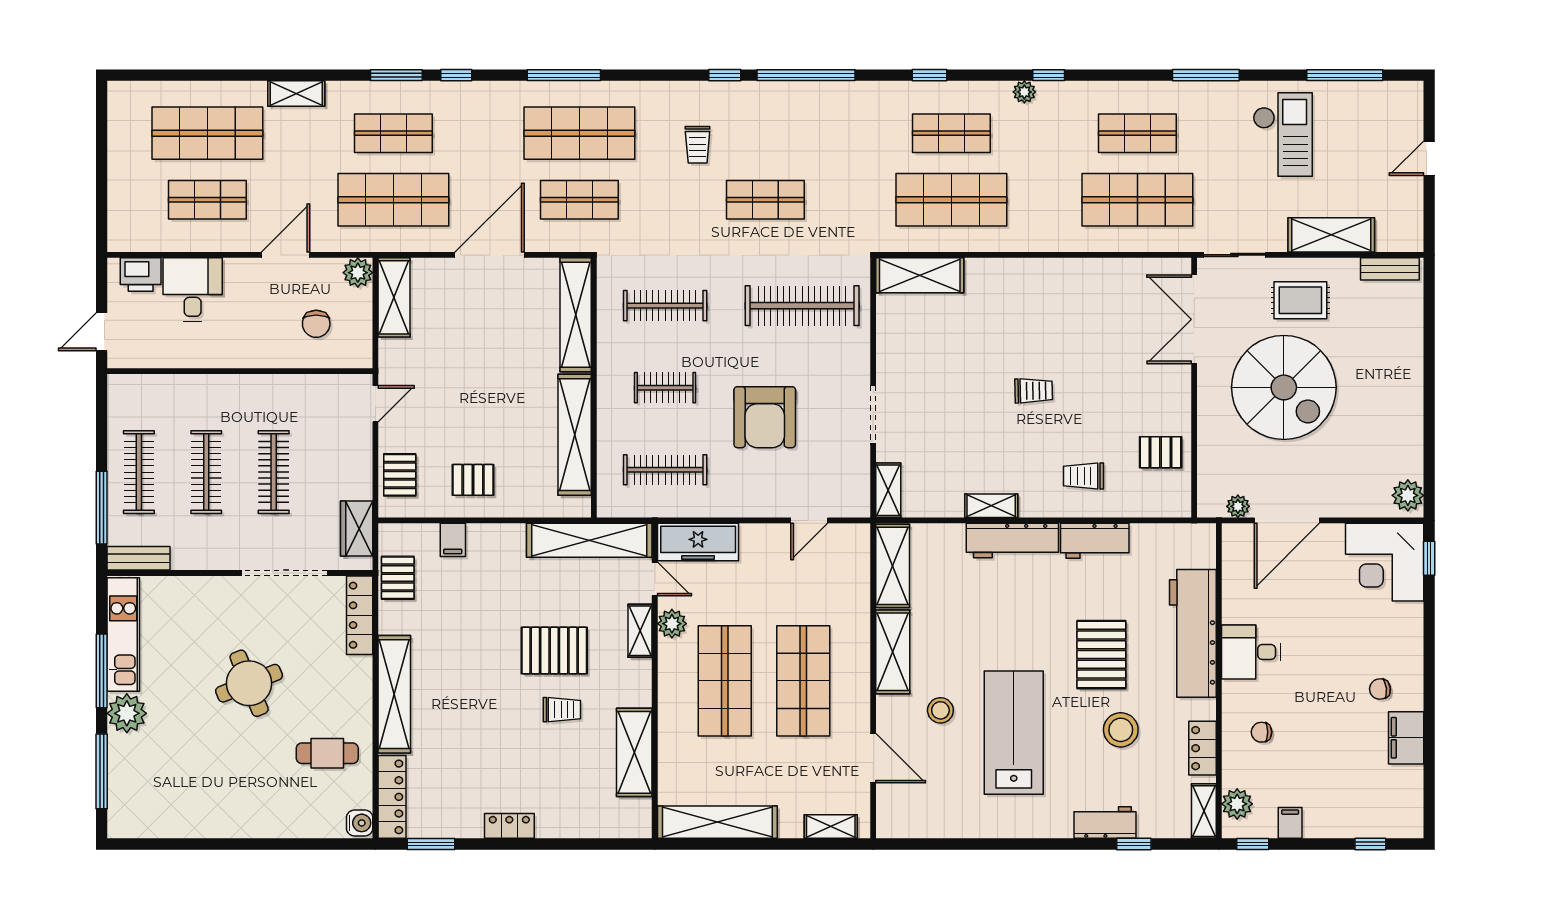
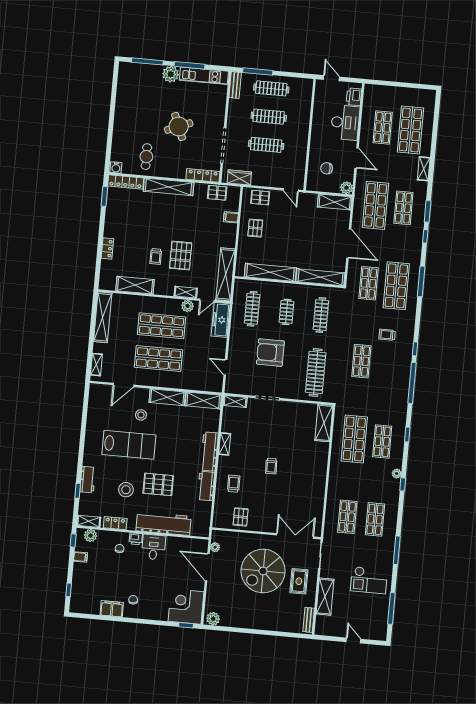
shop shelf: (1137, 200) -> (347, 517), width x0.70, depth x0.74
desk: (193, 290) -> (345, 123), width x1.37
printer: (1235, 696) -> (136, 539), added
locker: (509, 826) -> (107, 248), moved

